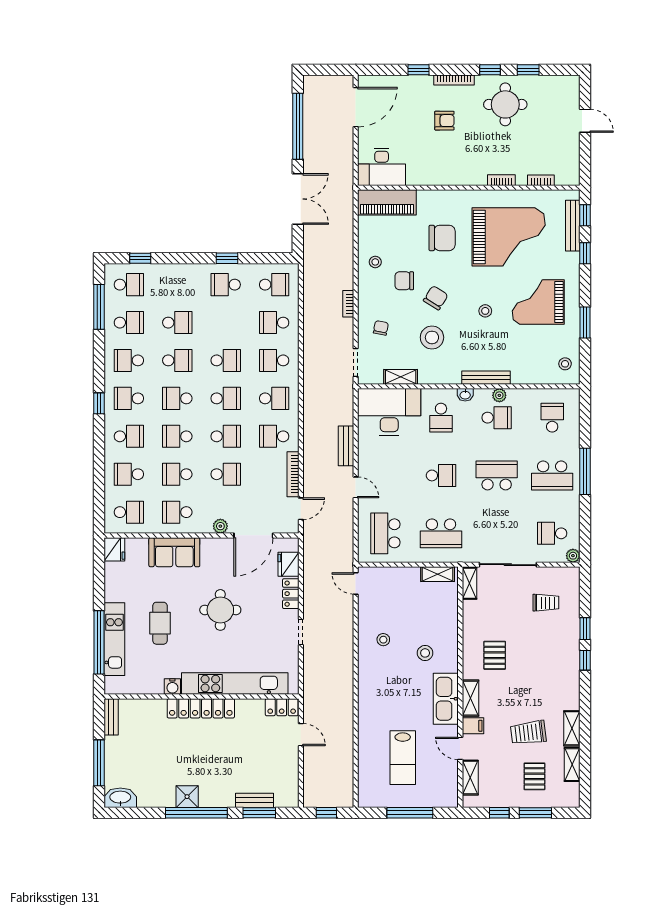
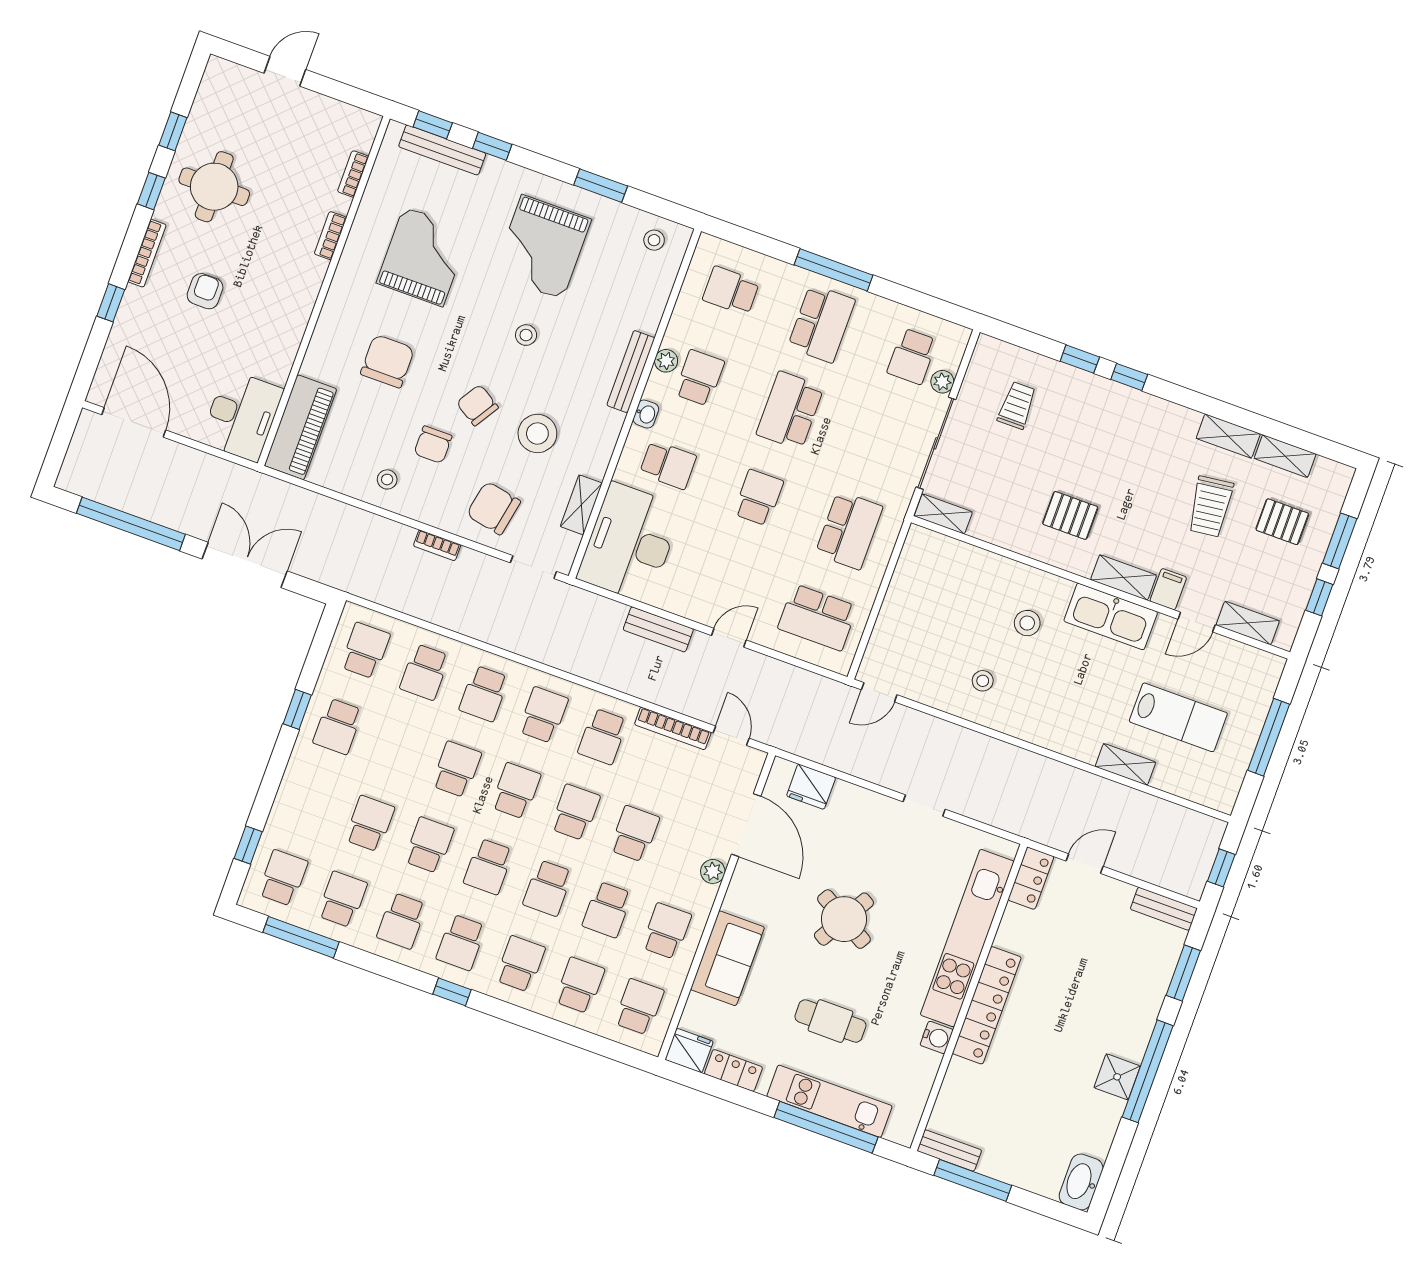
grand piano: (509, 237) -> (423, 257), width x0.73, depth x0.68
chair: (381, 328) -> (493, 508), width x1.87, depth x1.87
school desk: (129, 474) -> (580, 985), turned 180
school desk: (177, 512) -> (666, 931), turned 180
plant: (573, 556) -> (942, 382), moved
shelving: (438, 574) -> (1125, 764), moved, turned 90
locker: (291, 594) -> (733, 1070), moved, turned 180
round table: (220, 610) -> (844, 919), turned 30
window: (99, 763) -> (973, 1180), moved
bench: (255, 800) -> (1164, 909), moved, turned 90

